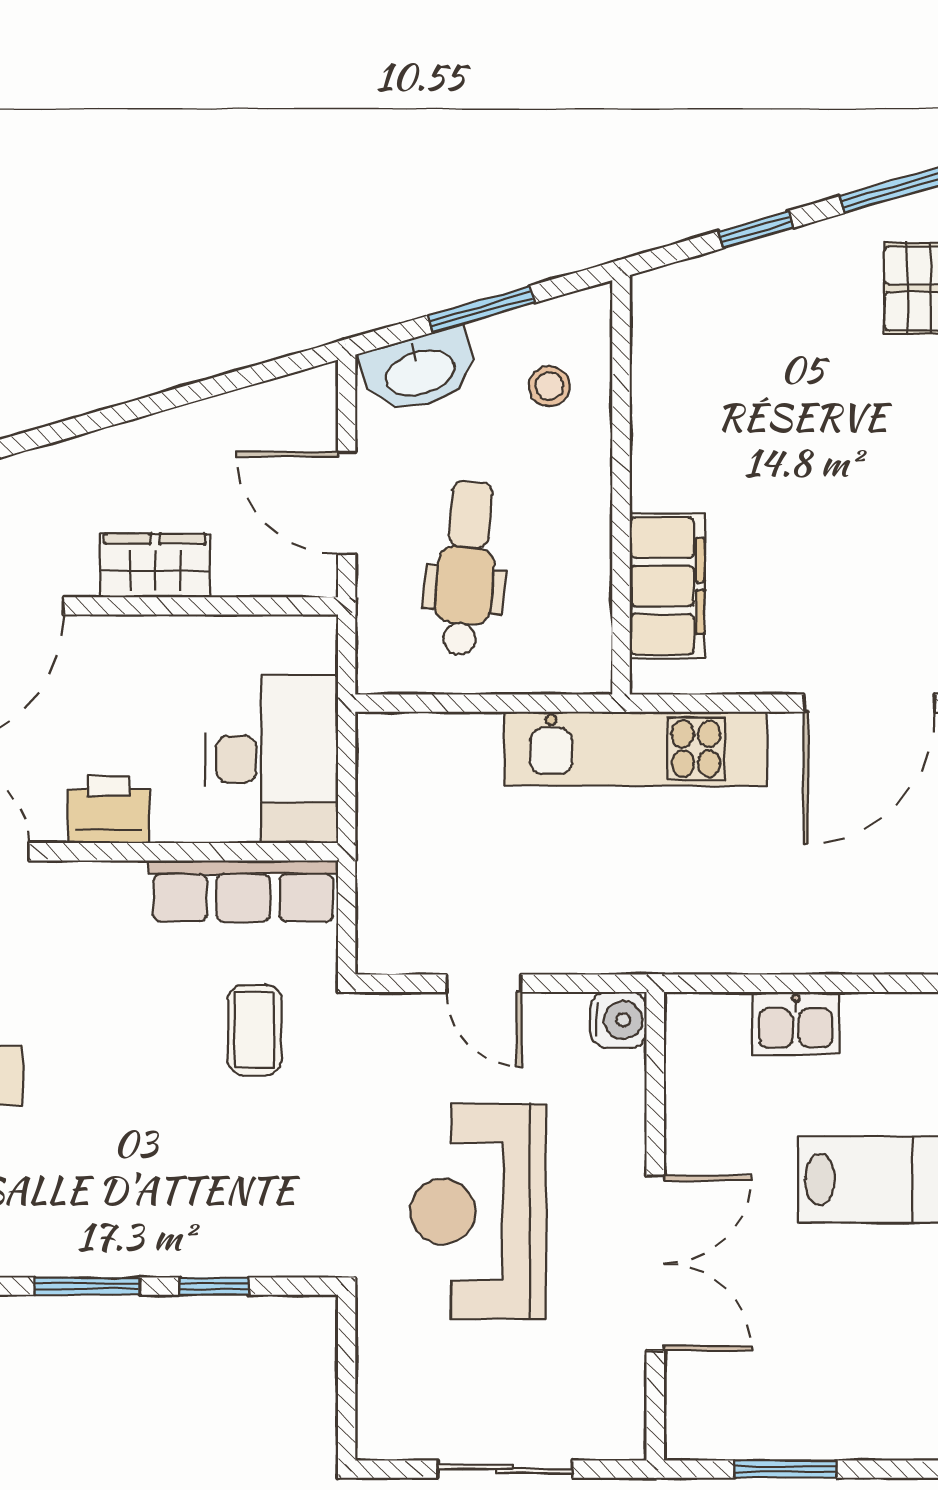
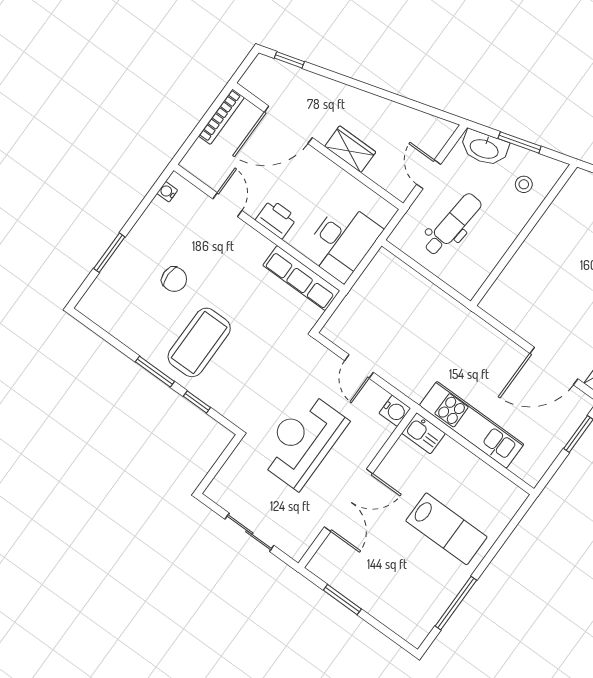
door: (347, 503) -> (429, 174), width x0.73
filing cabinet: (667, 586) -> (515, 279), removed
kitchen unit: (635, 749) -> (472, 425), moved, turned 180
kitchen sink: (796, 1023) -> (423, 433), moved
coffee table: (254, 1030) -> (199, 342), moved, width x1.86, depth x1.72

